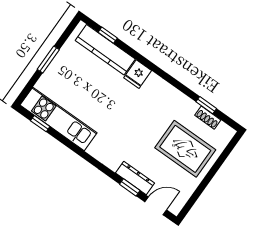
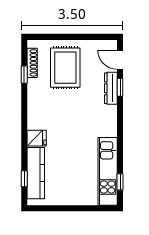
window: (48, 60) -> (71, 208), removed
shoe rack: (208, 118) -> (32, 63), width x1.43

